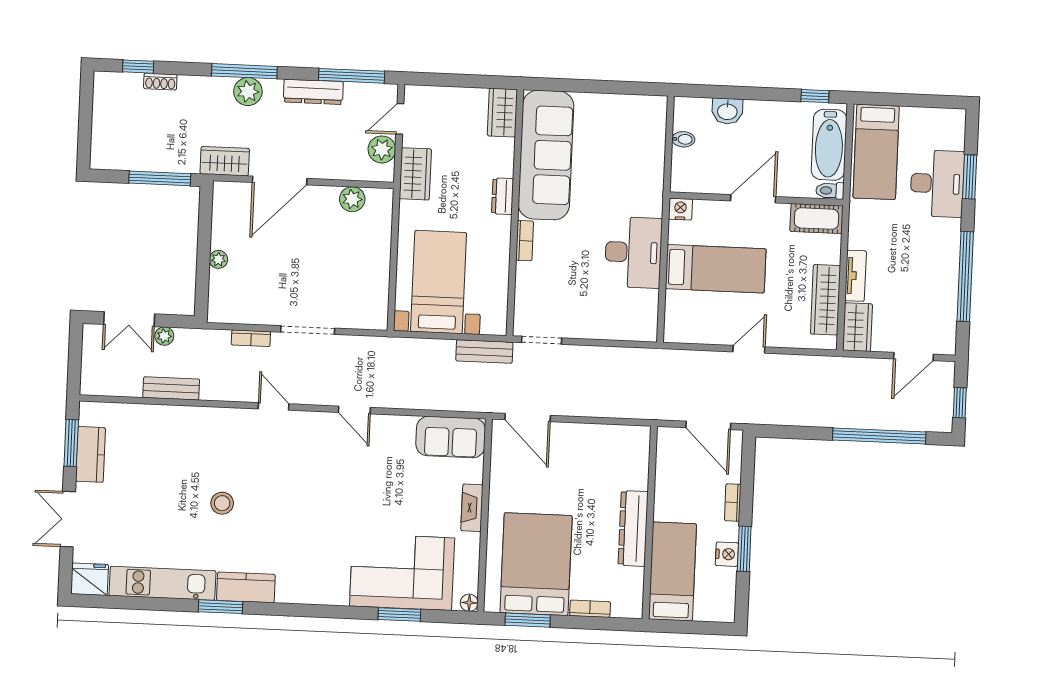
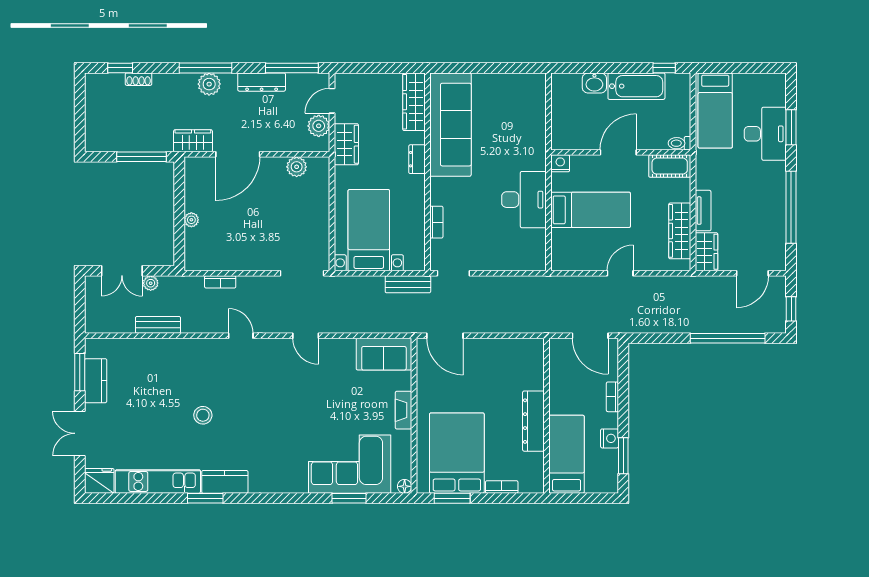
wardrobe: (502, 113) -> (414, 102), width x1.50
bidet: (683, 139) -> (560, 107), removed
bathtub: (829, 145) -> (636, 86), moved, turned -90
bookcase: (525, 241) -> (436, 222), moved
doorway: (308, 330) -> (302, 273), moved
window: (744, 549) -> (623, 456), moved

